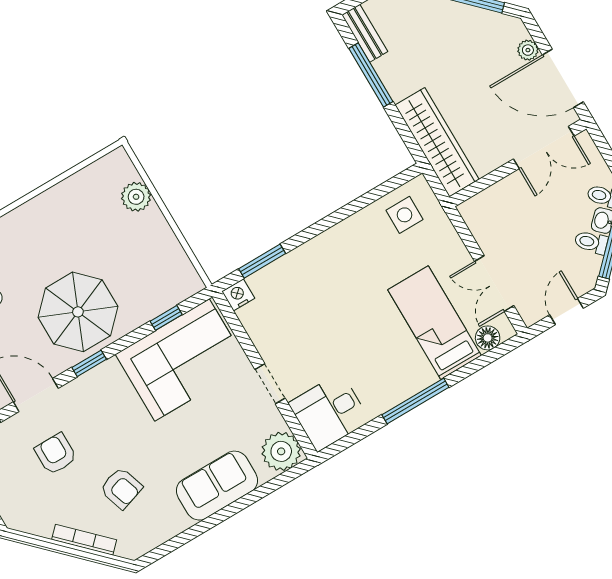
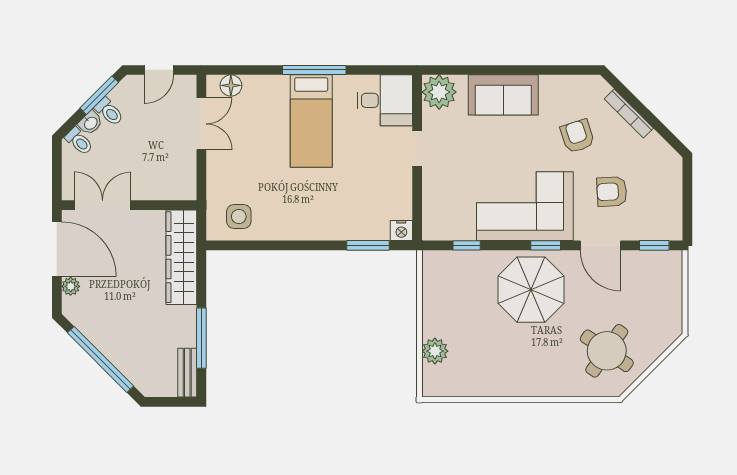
bed: (435, 323) -> (311, 121), moved
corner sofa: (182, 360) -> (525, 206), moved
armchair: (56, 454) -> (612, 192), turned 87

